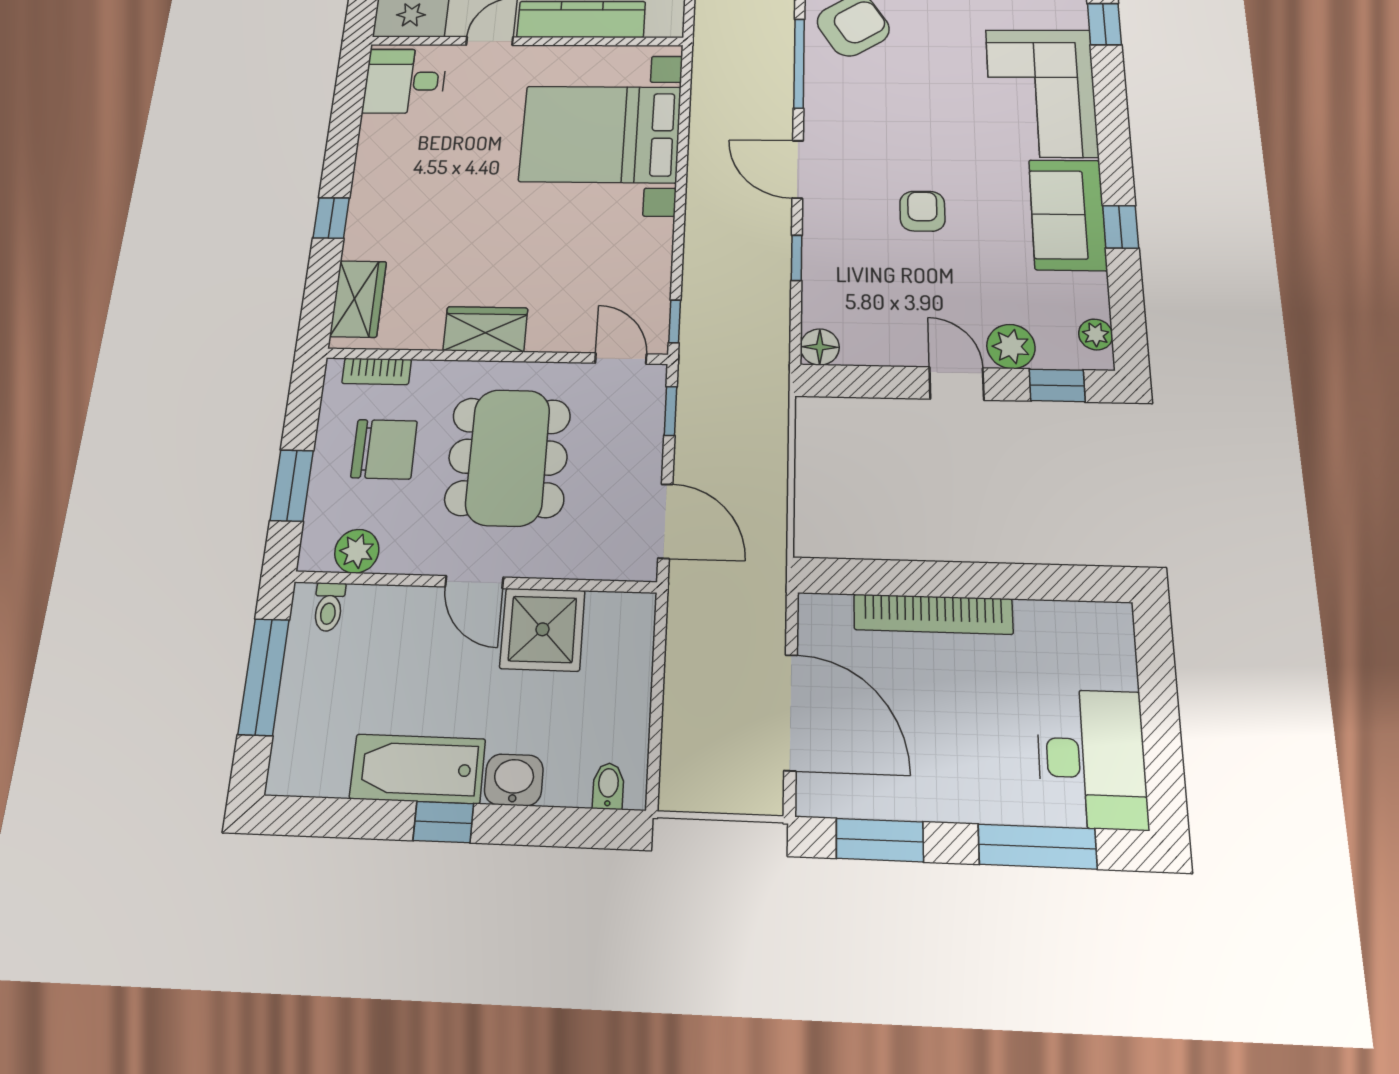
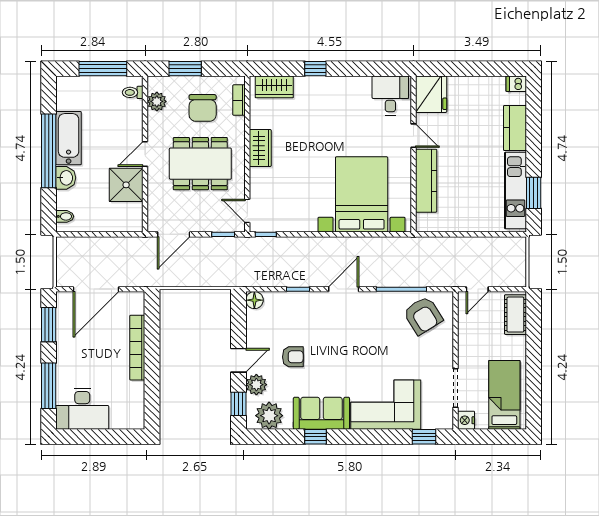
armchair: (922, 211) -> (293, 357), moved
plant: (1096, 334) -> (269, 416), width x1.88, depth x1.88
door: (621, 359) -> (247, 211), swing flipped
window: (443, 822) -> (49, 151), width x3.17

